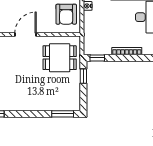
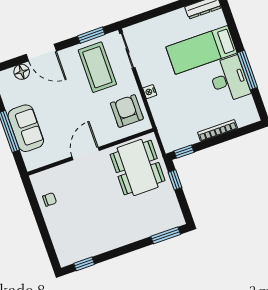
armchair: (66, 14) -> (127, 111), turned 180
dining table: (60, 58) -> (138, 167), width x1.38

